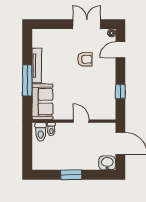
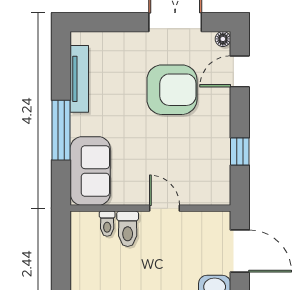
armchair: (85, 59) -> (172, 90), width x1.88, depth x1.88
tv unit: (37, 65) -> (79, 79), moved
toilet: (41, 132) -> (128, 229), moved

